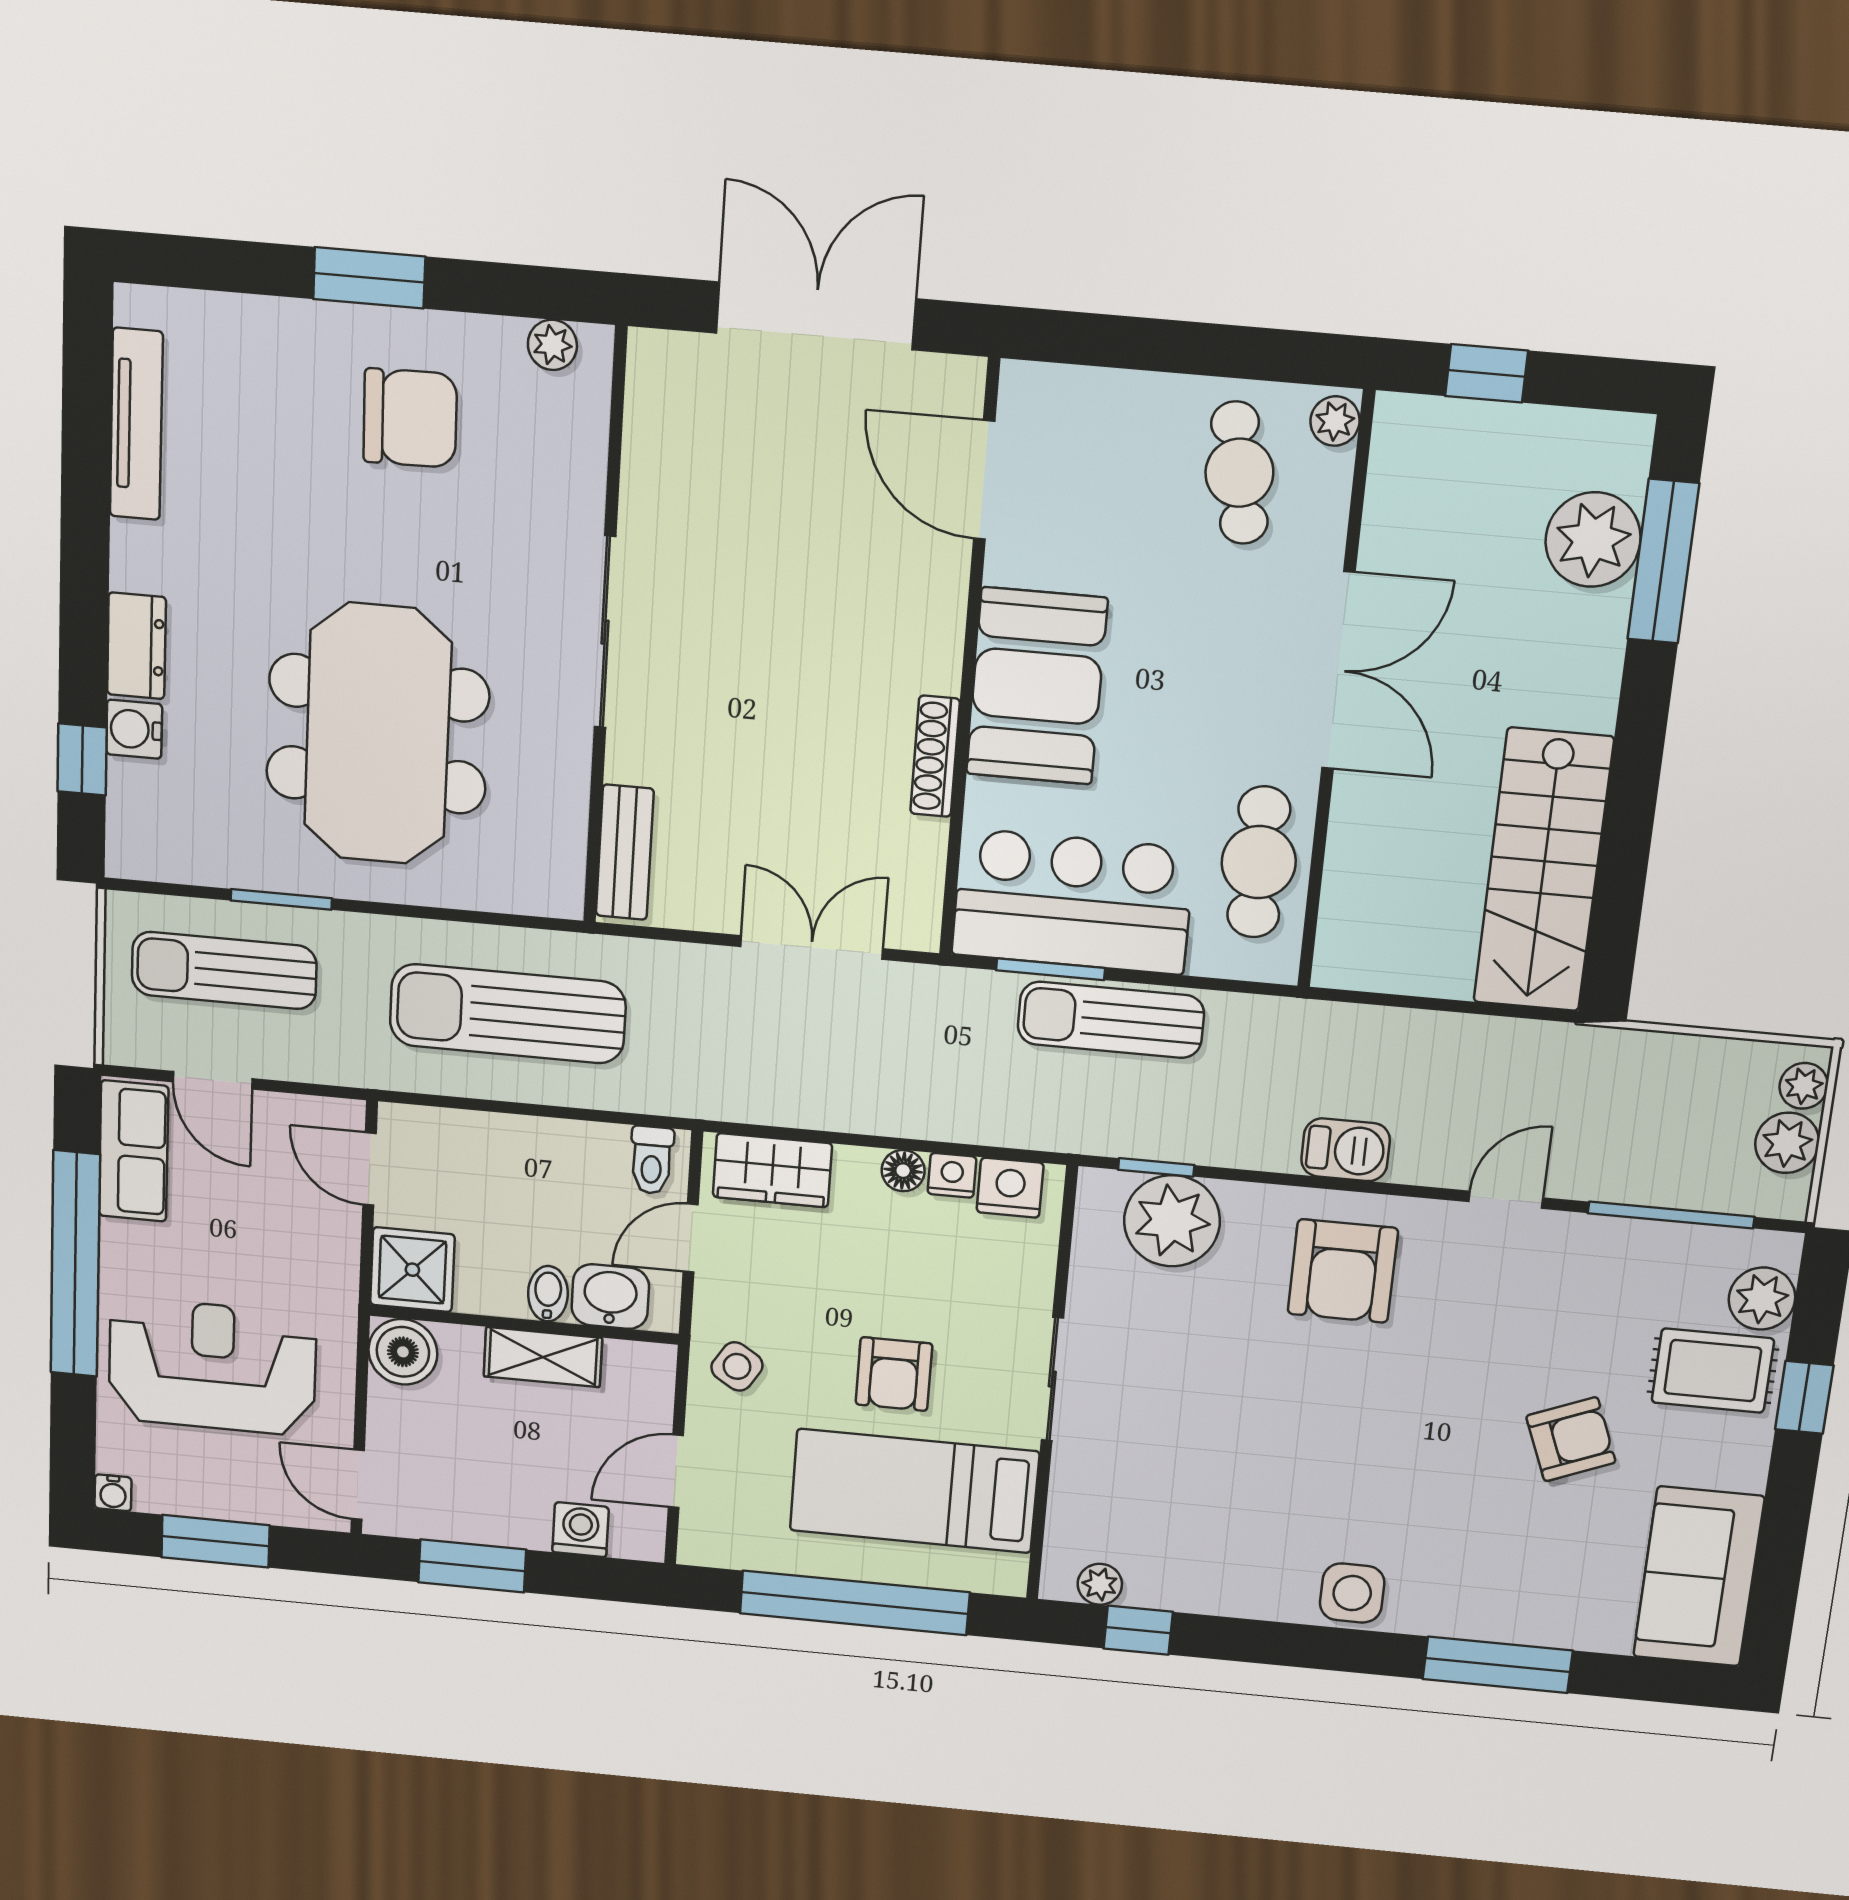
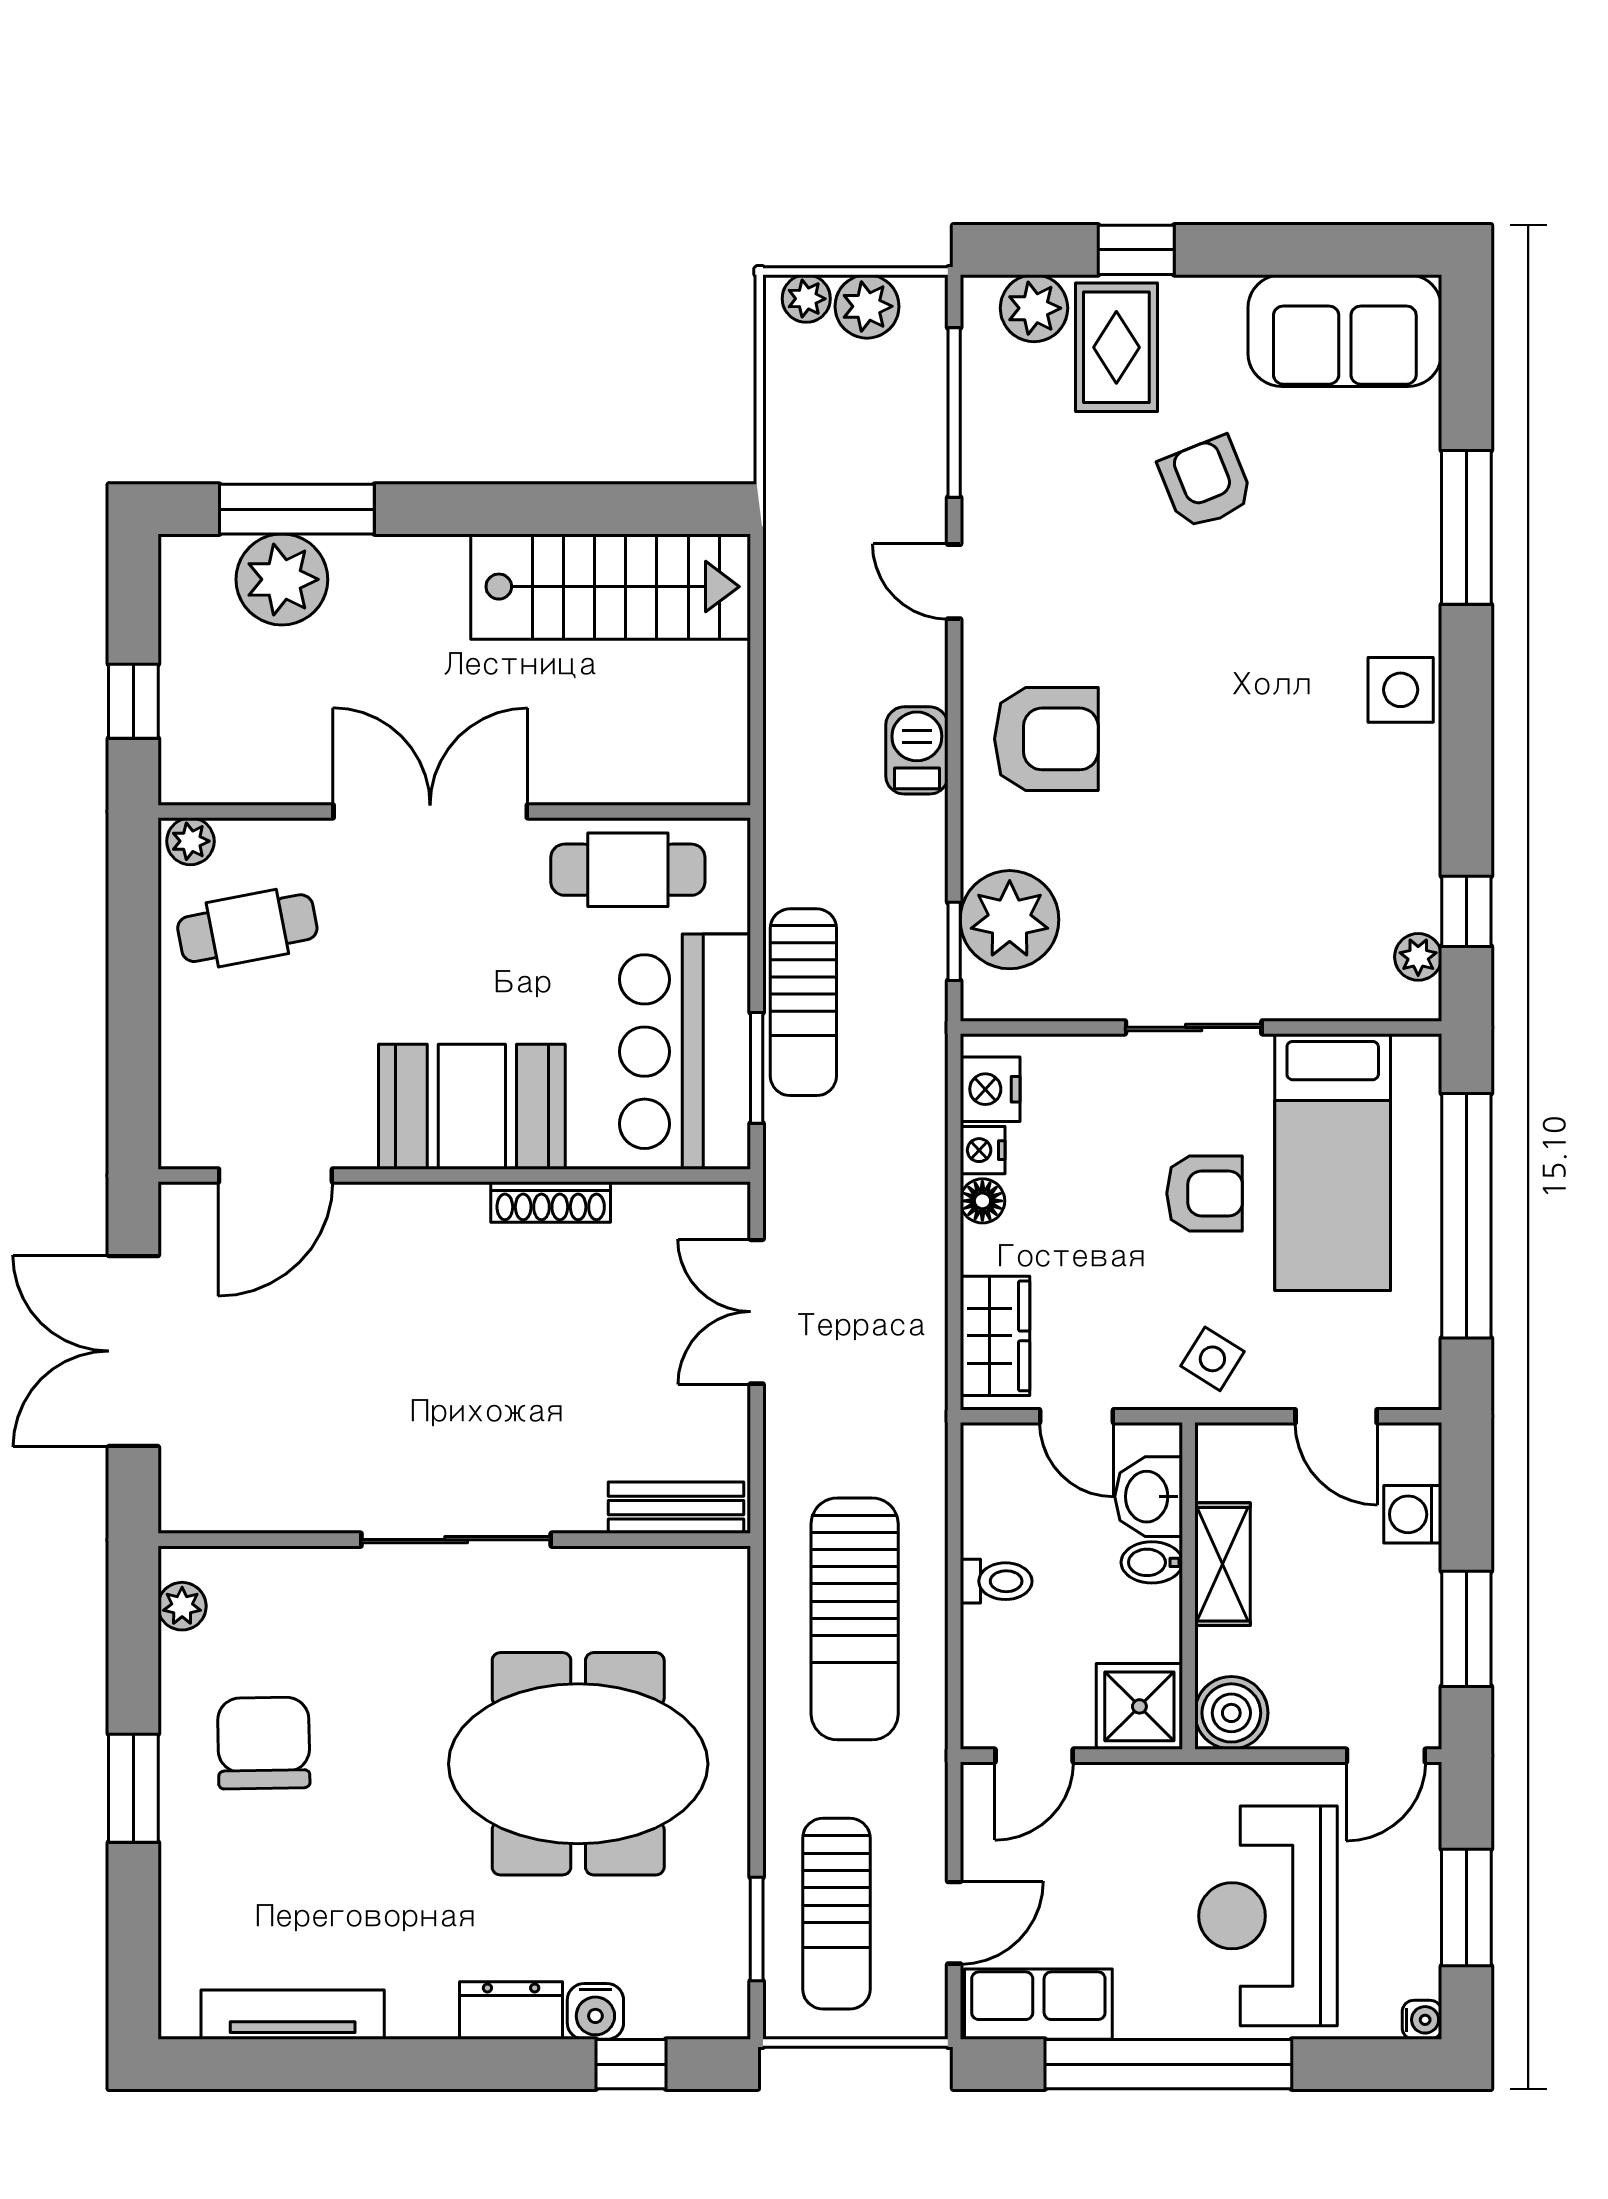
window: (281, 899) -> (757, 1929), moved
toilet: (652, 1160) -> (996, 1581), moved

